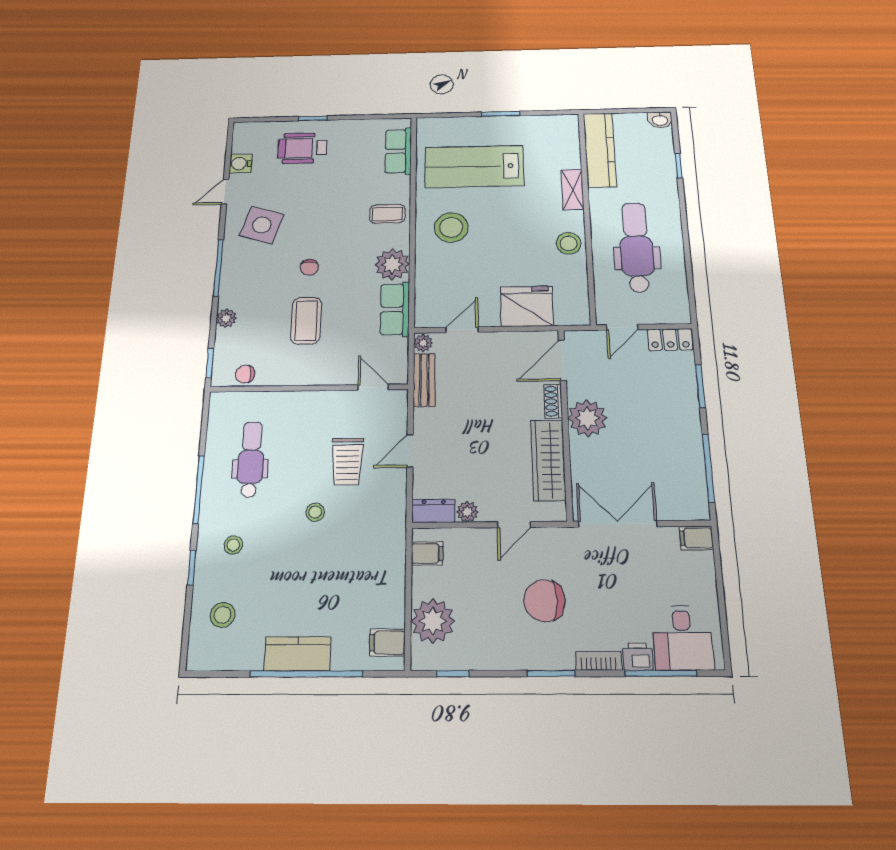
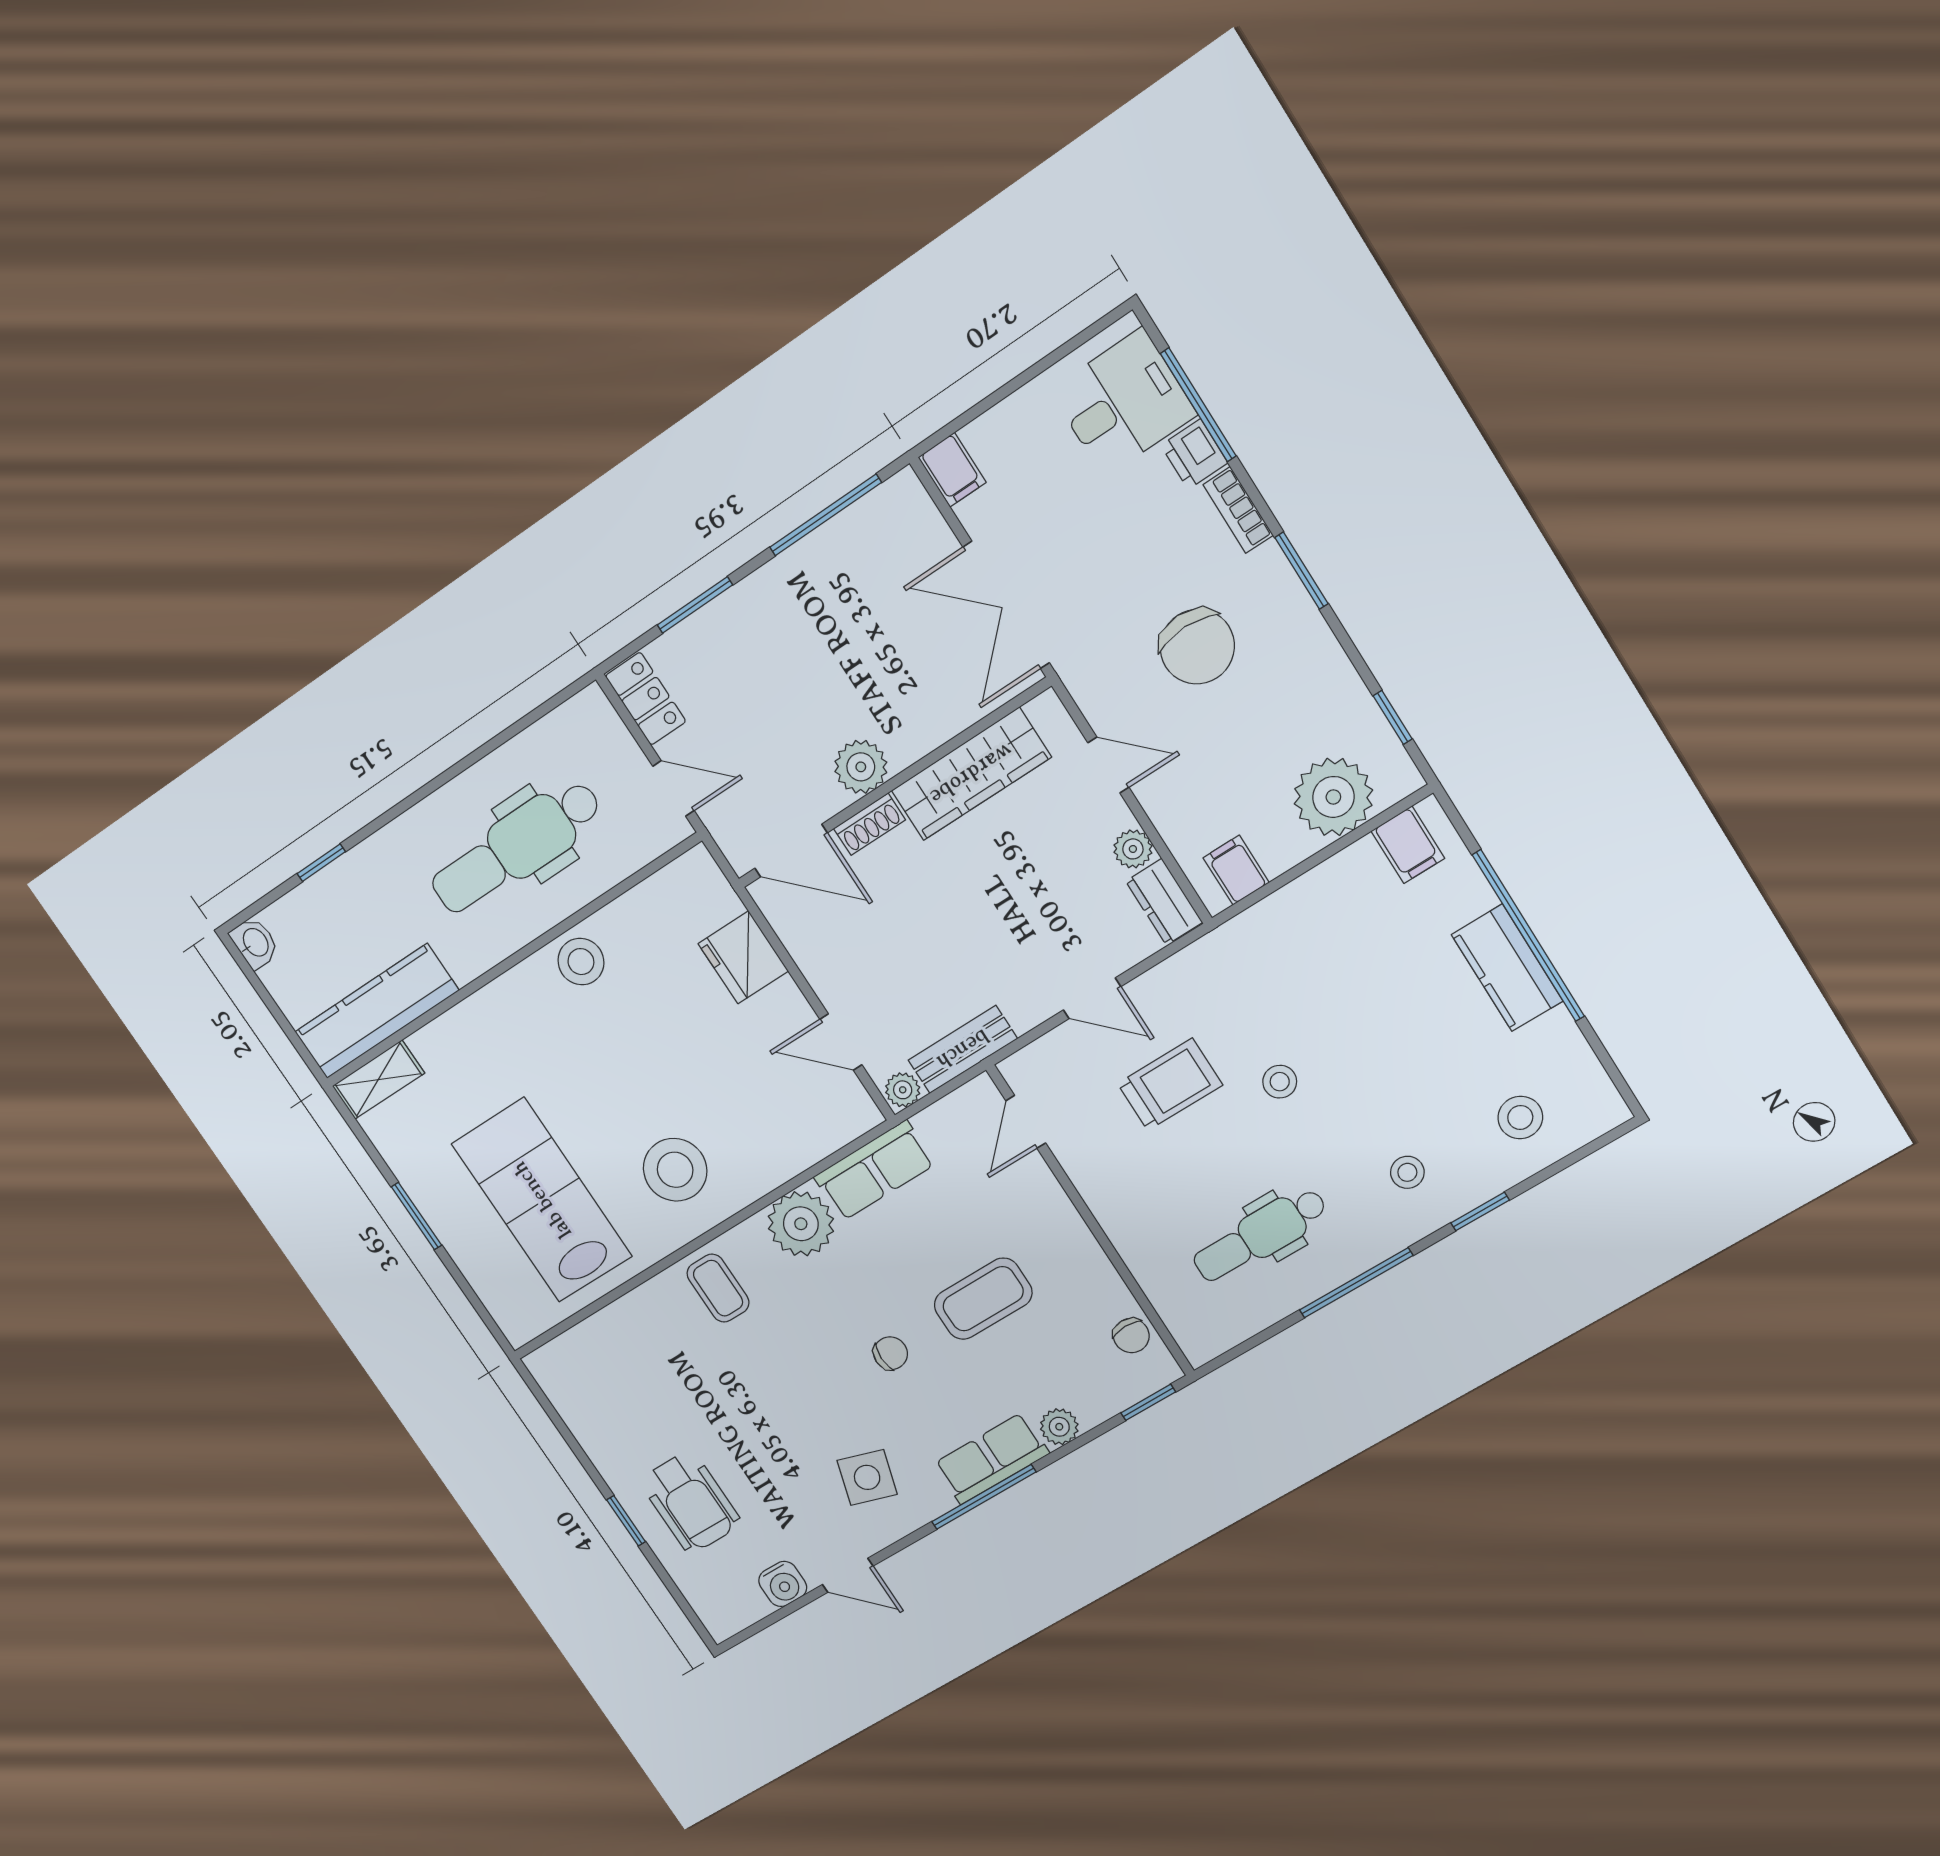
row of seats: (398, 151) -> (991, 1459), moved, turned 180
lab bench: (474, 166) -> (542, 1200), turned 180
shelving: (573, 190) -> (378, 1080), moved
side table: (262, 225) -> (867, 1477), width x0.73, depth x0.73
fridge: (527, 306) -> (743, 957), width x0.73, depth x0.75
plant: (587, 418) -> (861, 767), width x0.73, depth x0.73

